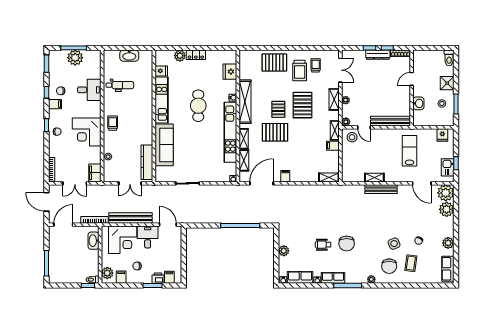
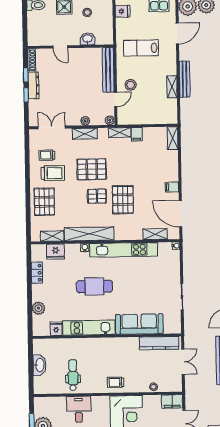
locker: (196, 55) -> (37, 273), moved
stool: (352, 137) -> (131, 85), moved
shelving: (244, 139) -> (52, 236), moved

